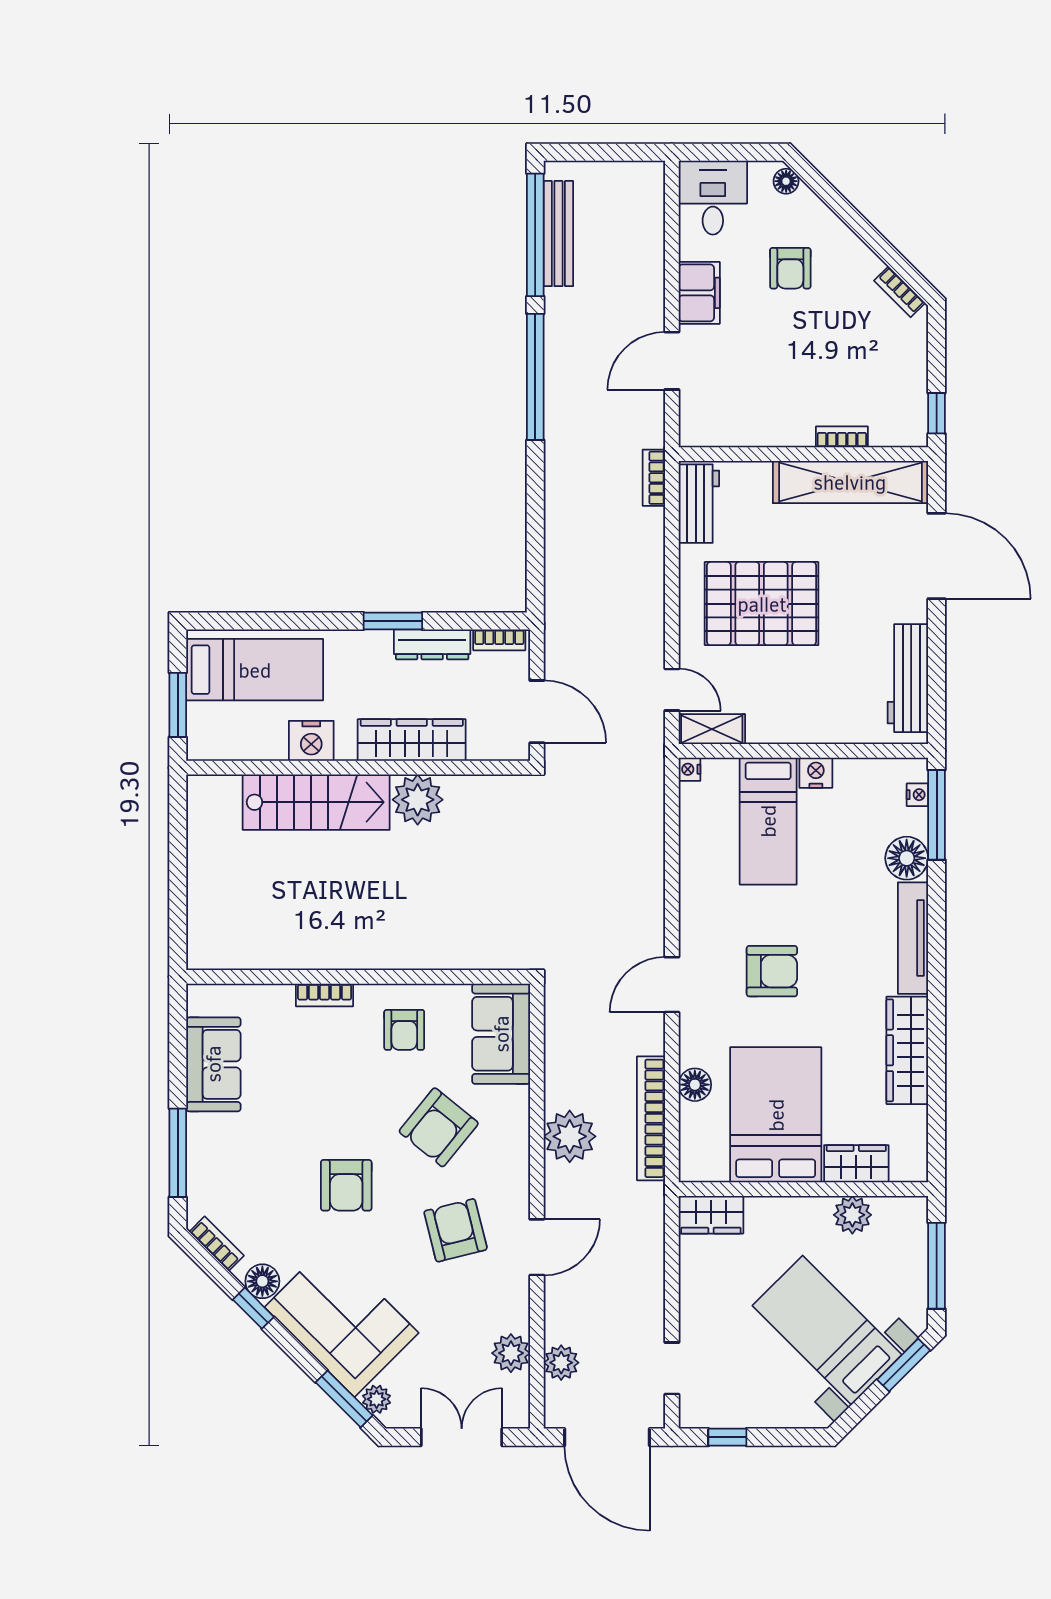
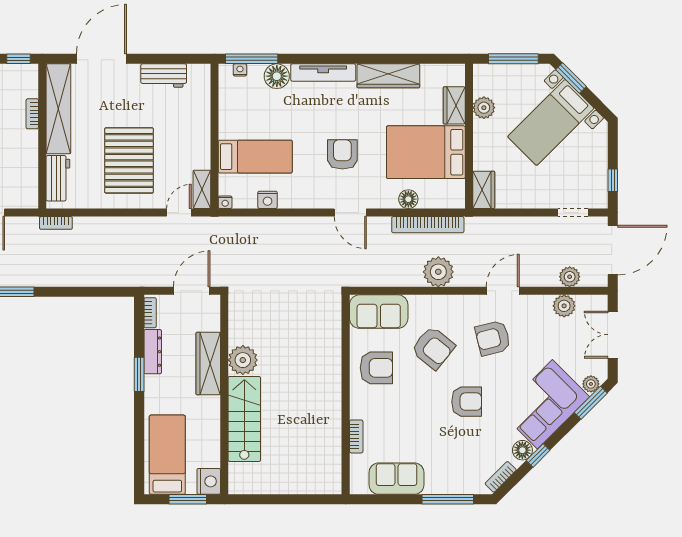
workbench: (699, 504) -> (58, 178), moved, turned 90
workbench: (908, 678) -> (164, 76), width x0.73
nightstand: (311, 741) -> (209, 481), moved
nightstand: (816, 773) -> (268, 200), moved, turned -90
bookcase: (325, 995) -> (356, 436), moved
armchair: (404, 1030) -> (376, 368), width x1.38, depth x1.38
door: (537, 1247) -> (503, 291), hinge flipped

